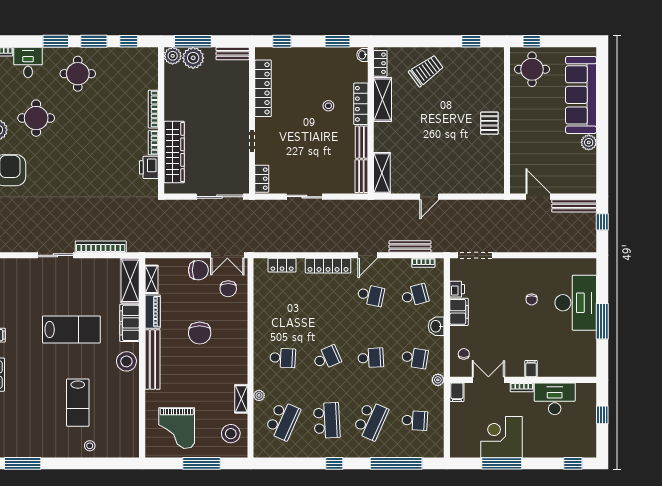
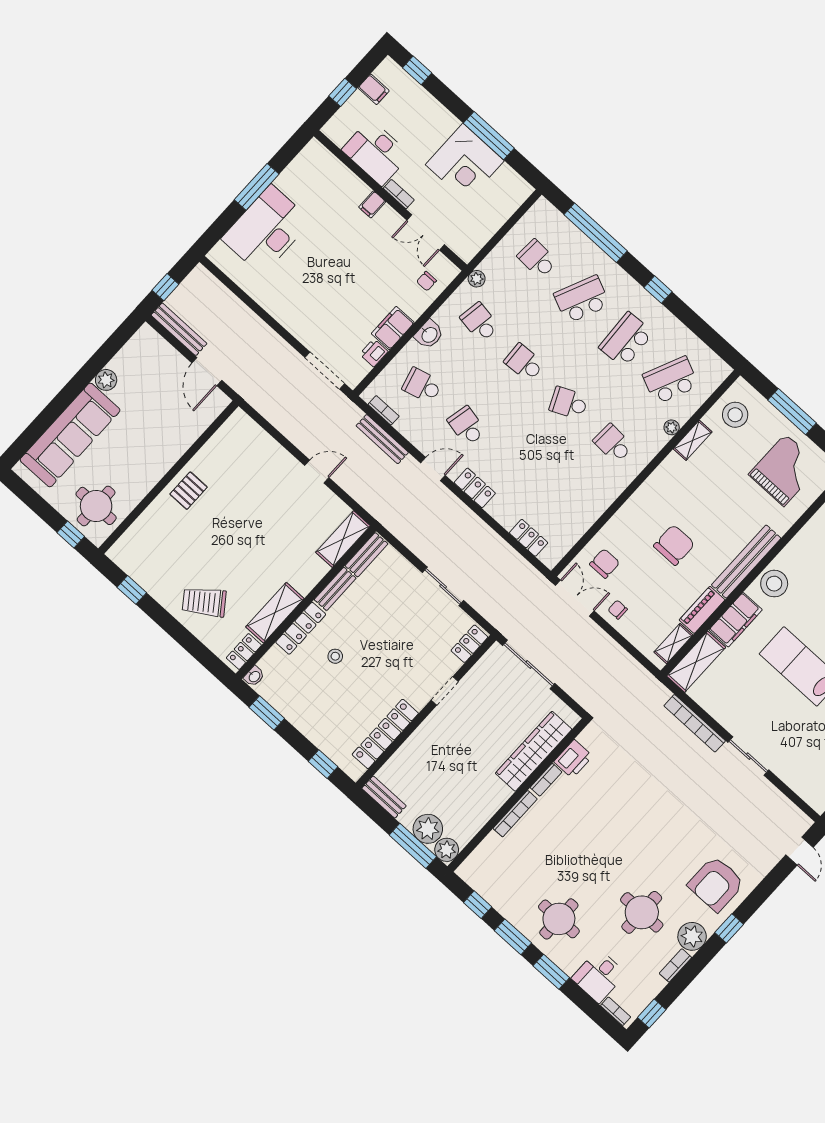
locker: (328, 266) -> (475, 488), width x0.66
chair: (198, 270) -> (618, 610), width x0.54, depth x0.54
chair: (532, 299) -> (308, 274), removed
filing cabinet: (457, 392) -> (374, 89), moved, turned 90

